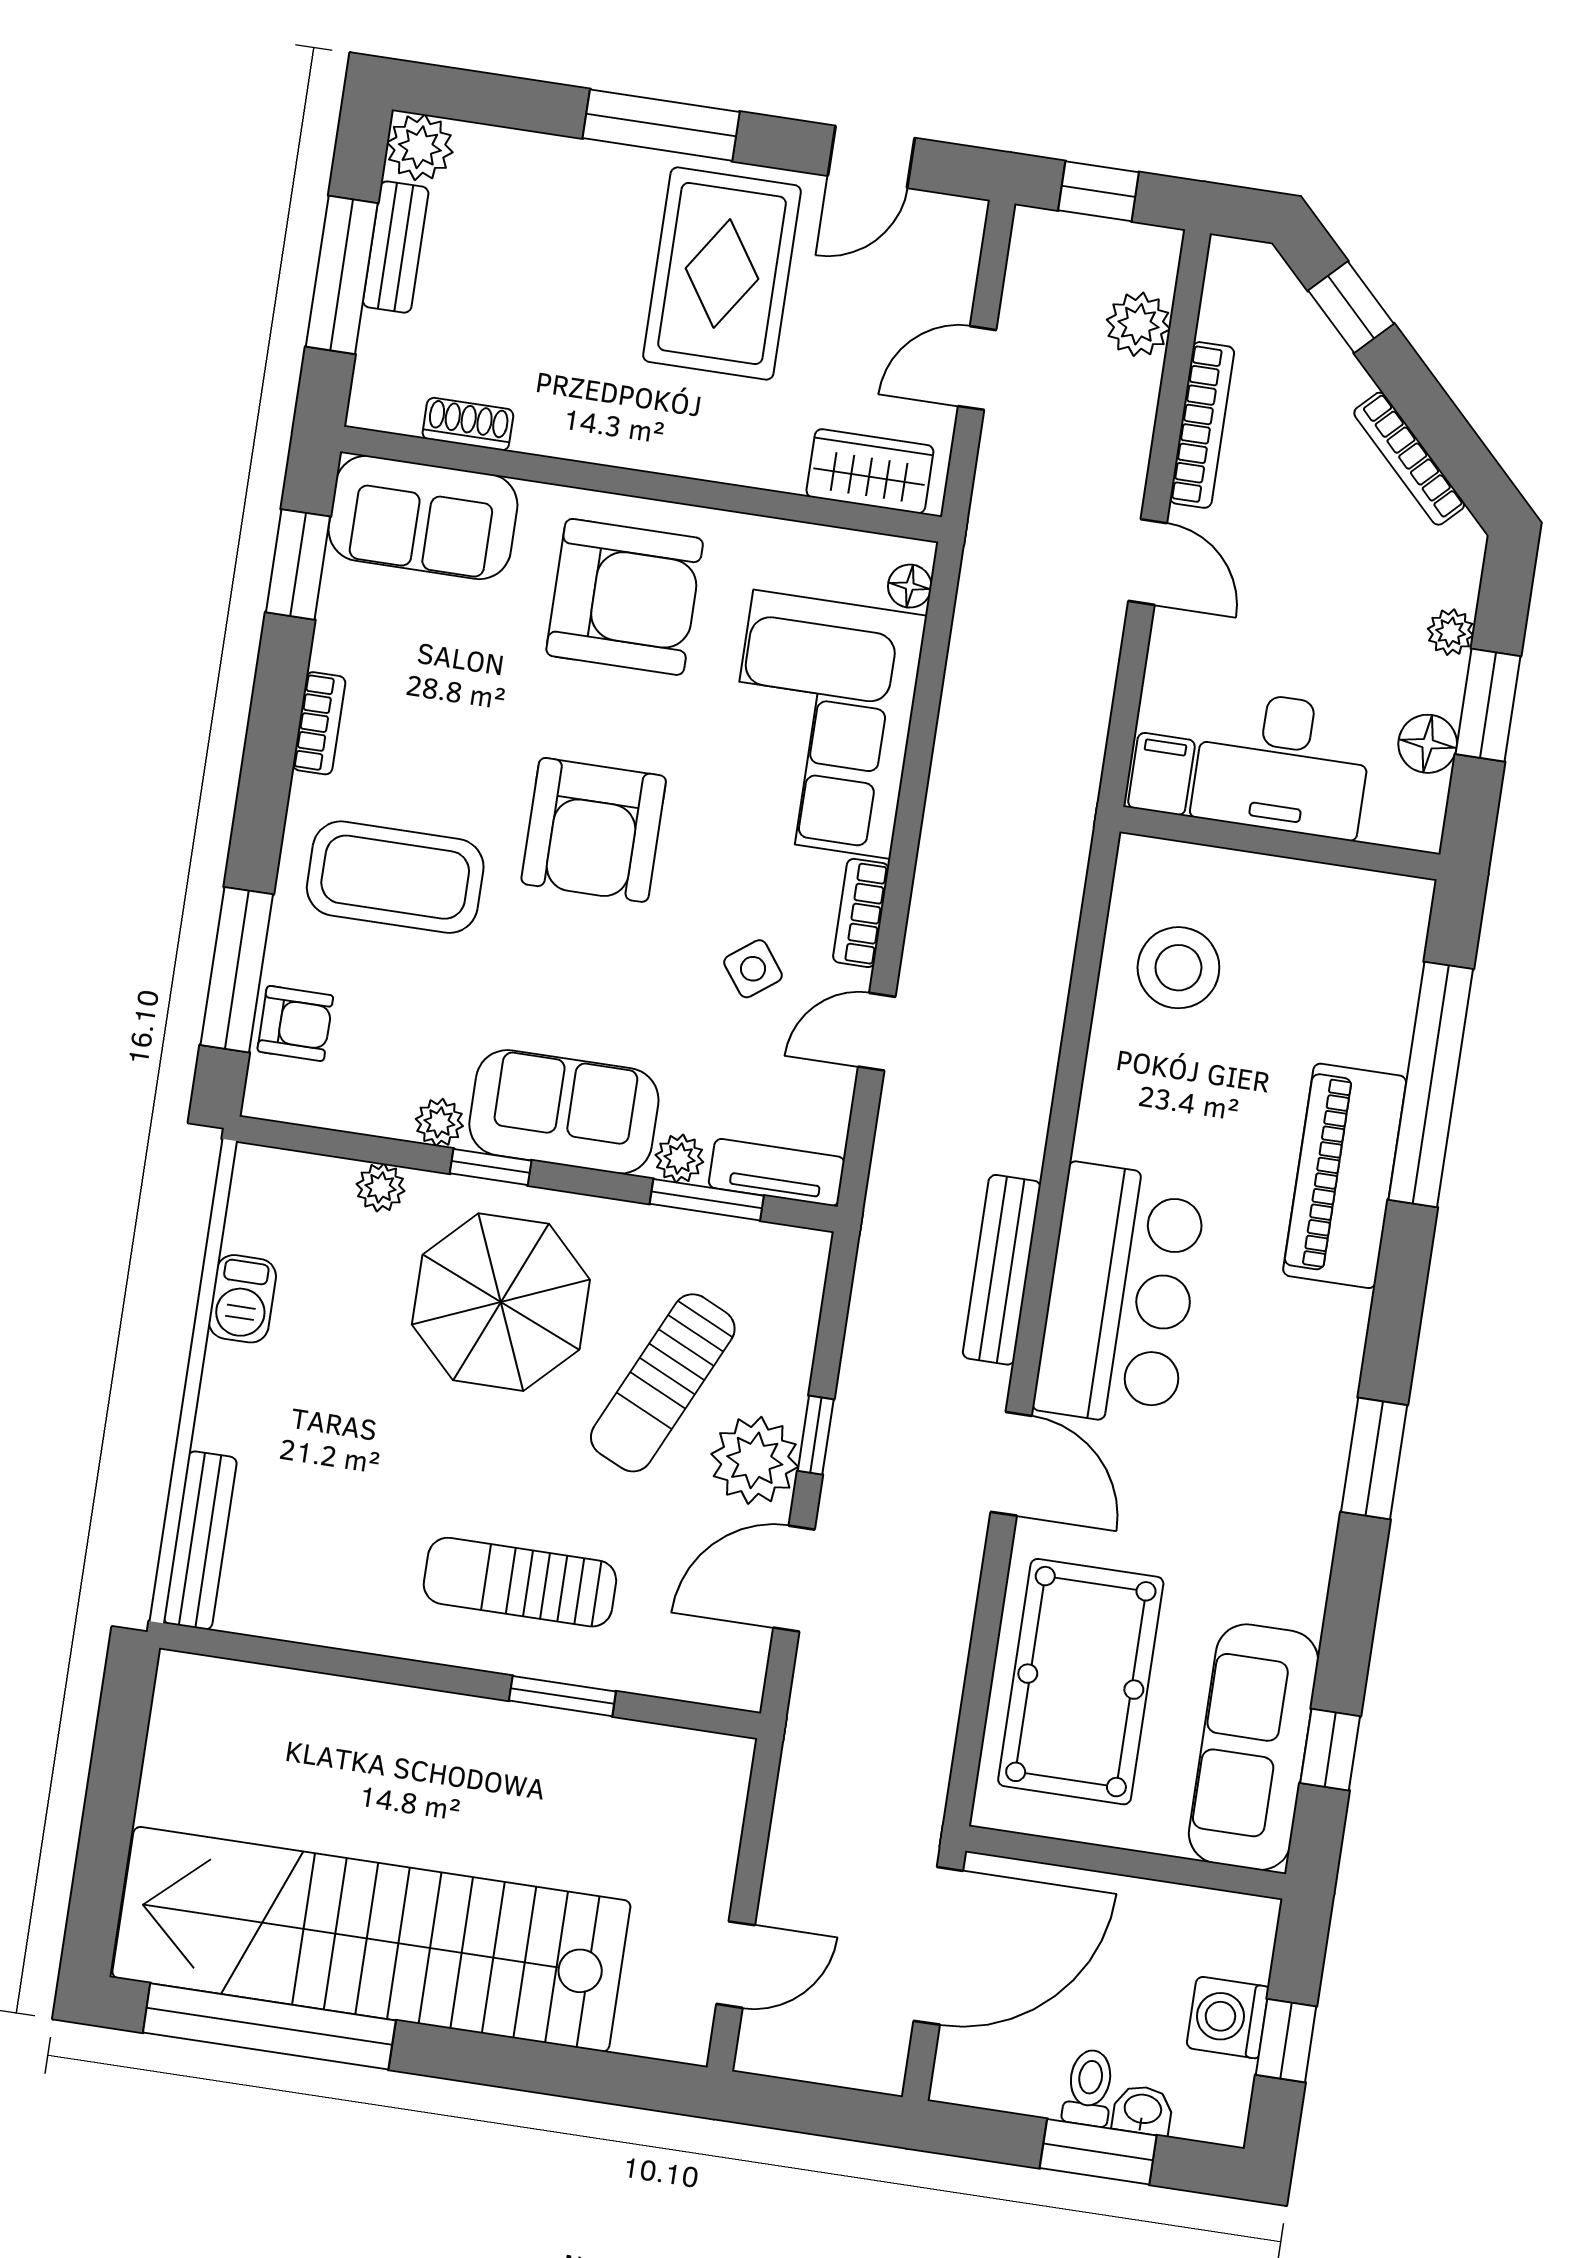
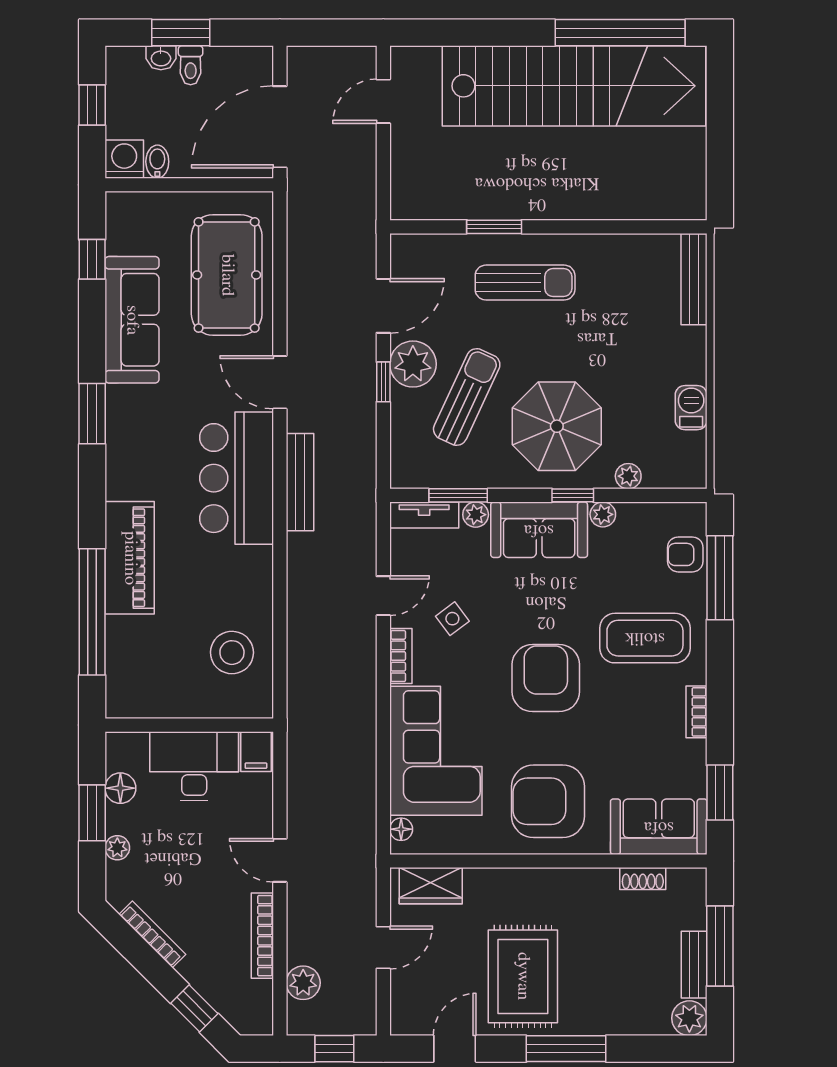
sofa: (1254, 1747) -> (132, 320), moved
bidet: (1179, 1915) -> (157, 162), added
washing machine: (1228, 2017) -> (124, 159), moved, turned -90

